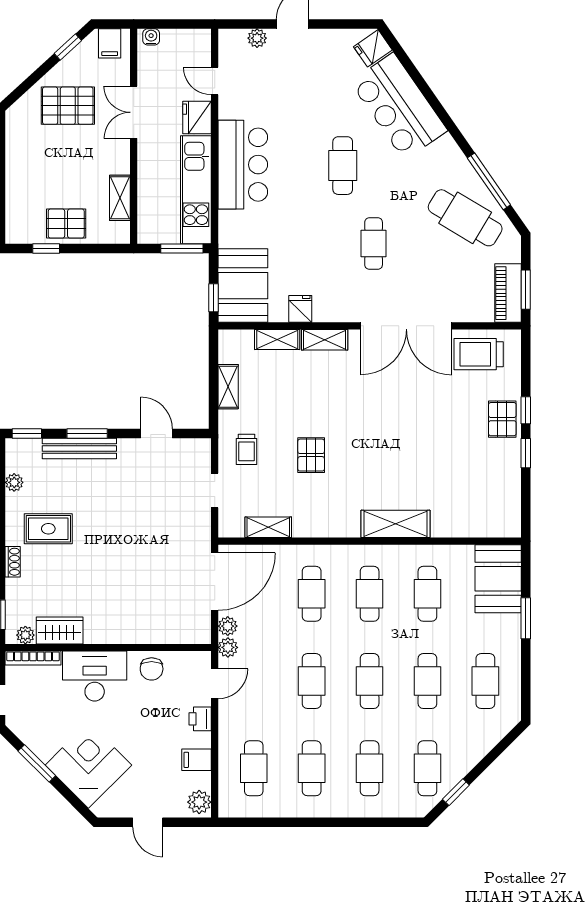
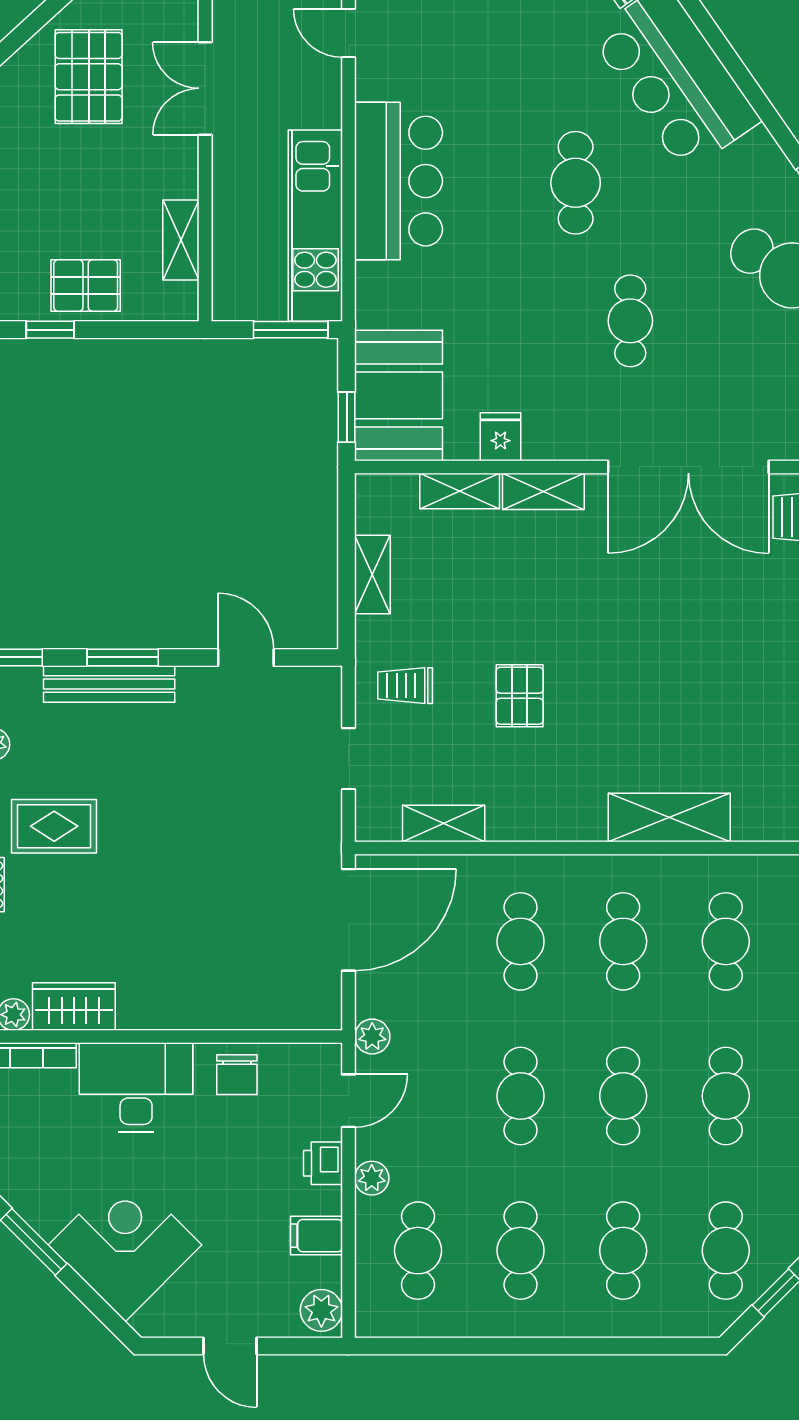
pallet: (68, 106) -> (89, 77), turned 90
fridge: (197, 118) -> (317, 98), removed
trolley: (246, 449) -> (405, 686), turned 90
plant: (228, 626) -> (372, 1178), moved

